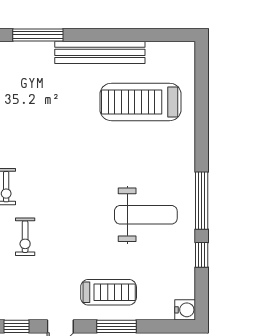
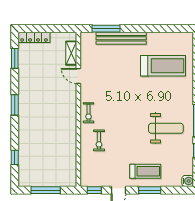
bench: (100, 52) -> (121, 38), moved
treadmill: (140, 102) -> (163, 66), turned 180

